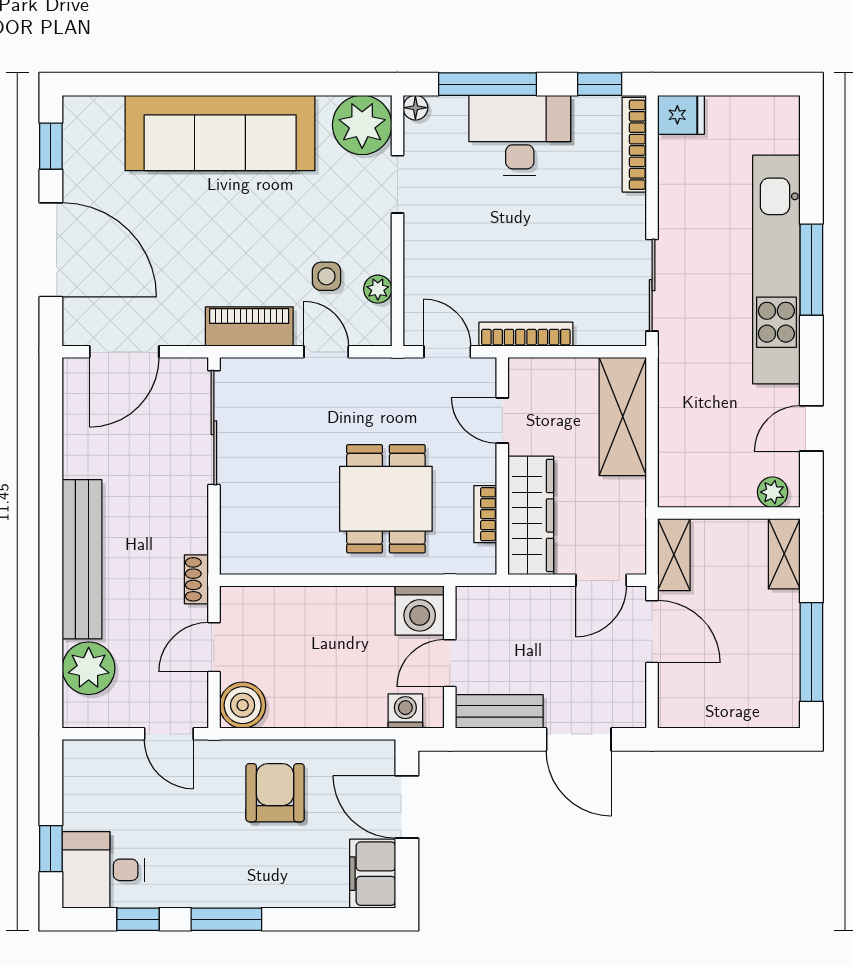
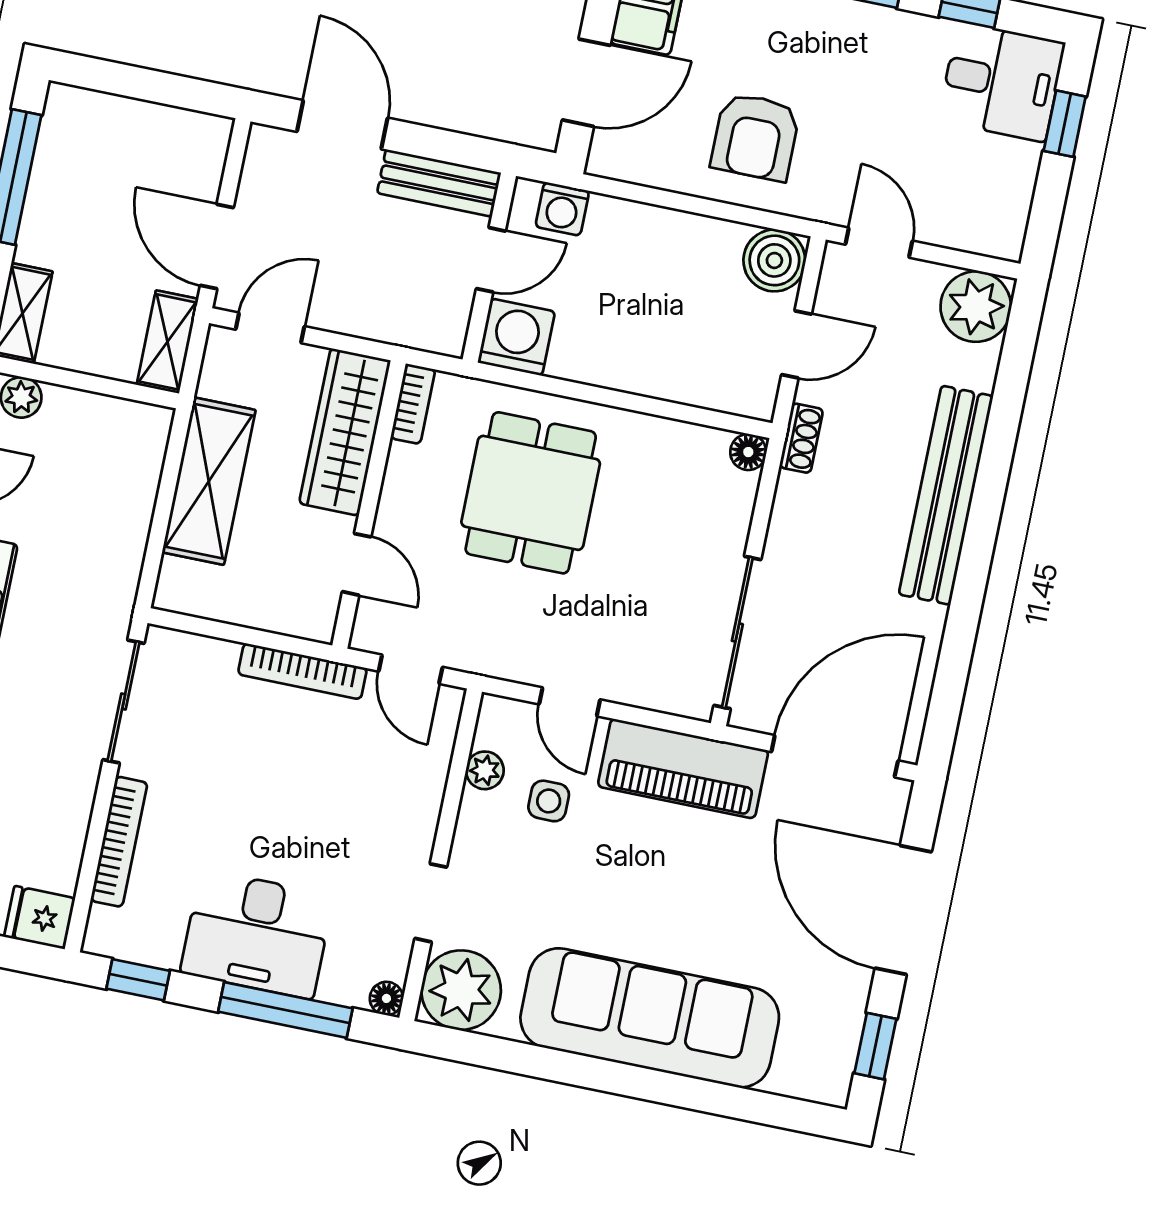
bookcase: (634, 145) -> (119, 842), moved
piano: (249, 327) -> (683, 769), width x1.37, depth x1.33
door: (124, 352) -> (835, 756), width x1.36
shelving: (623, 417) -> (209, 481), moved
bookcase: (485, 514) -> (413, 404), moved
floor lamp: (233, 561) -> (748, 452), added
plant: (89, 668) -> (976, 307), moved
door: (407, 807) -> (586, 83), hinge flipped

